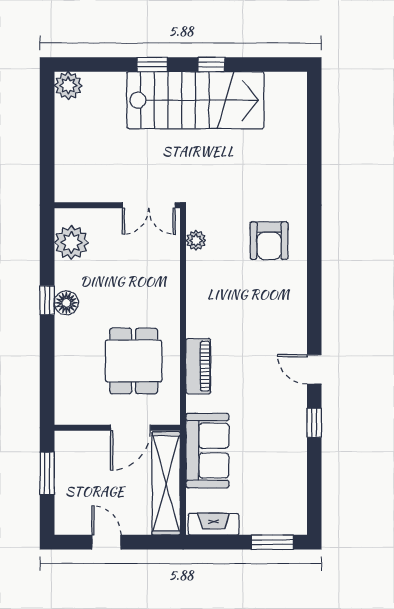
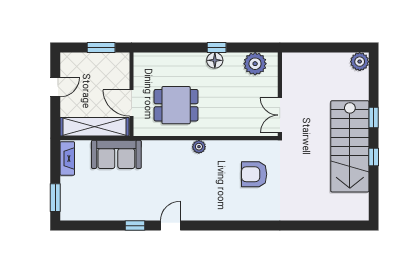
plant: (196, 240) -> (199, 147), moved
armchair: (269, 241) -> (254, 174), moved
piano: (198, 366) -> (173, 148), removed

